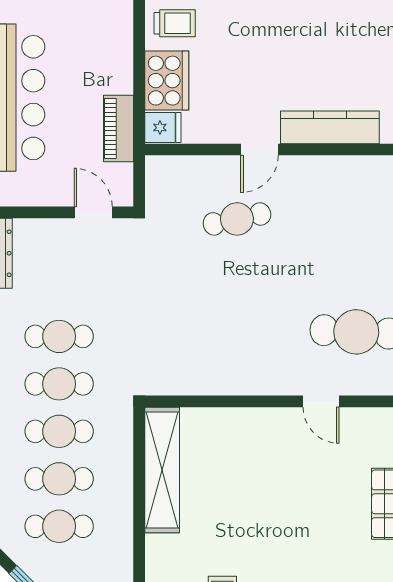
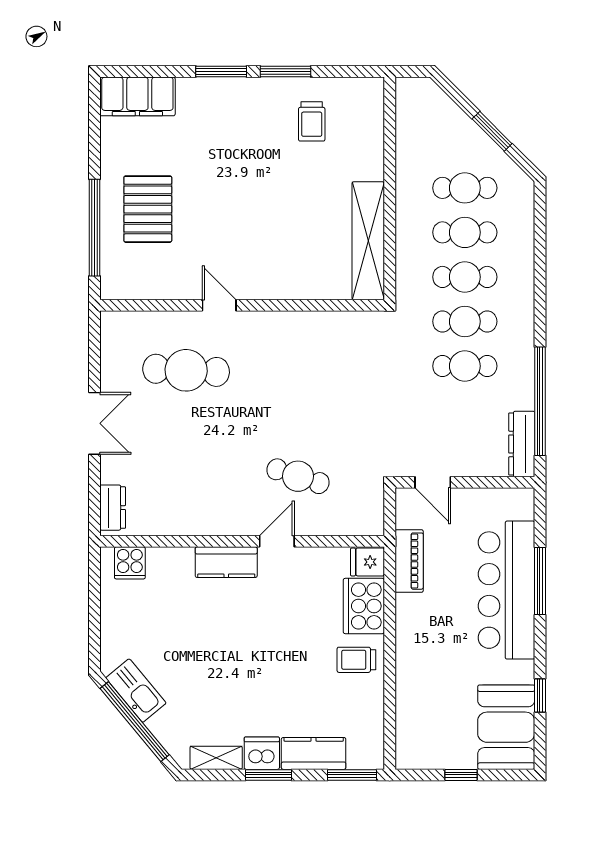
kitchen counter: (330, 127) -> (226, 562), width x0.67
cafe table: (237, 219) -> (298, 476), turned 30

